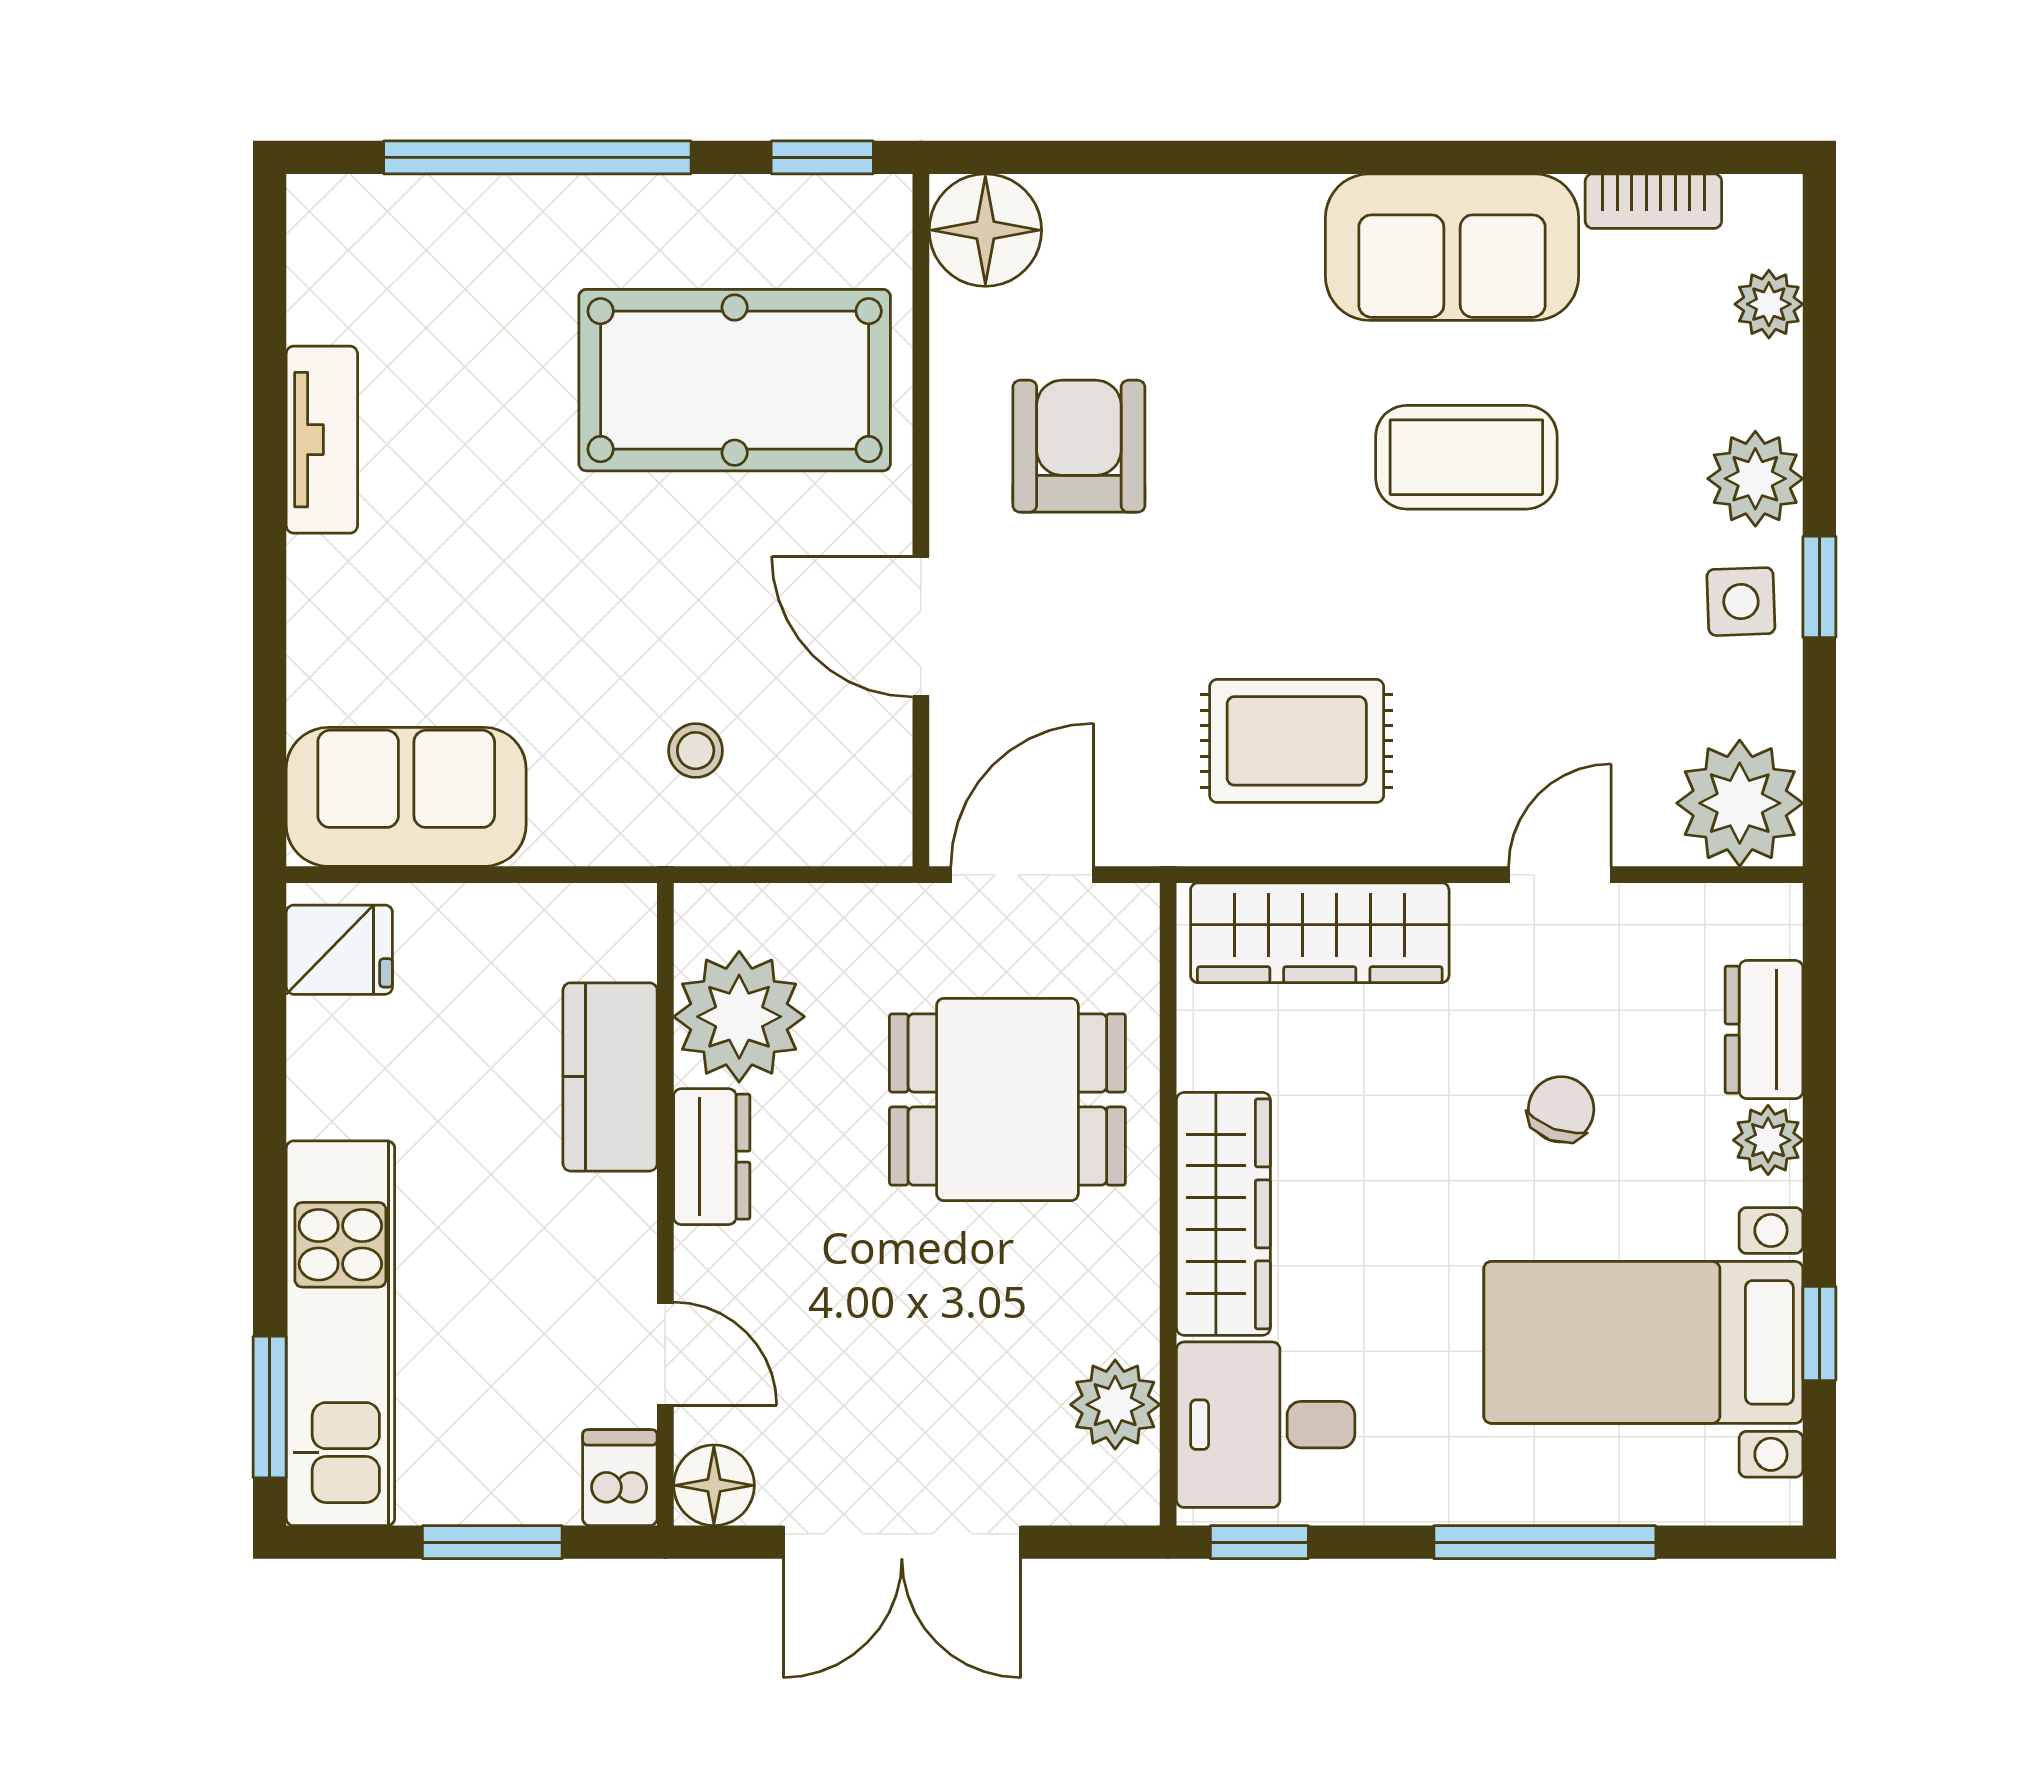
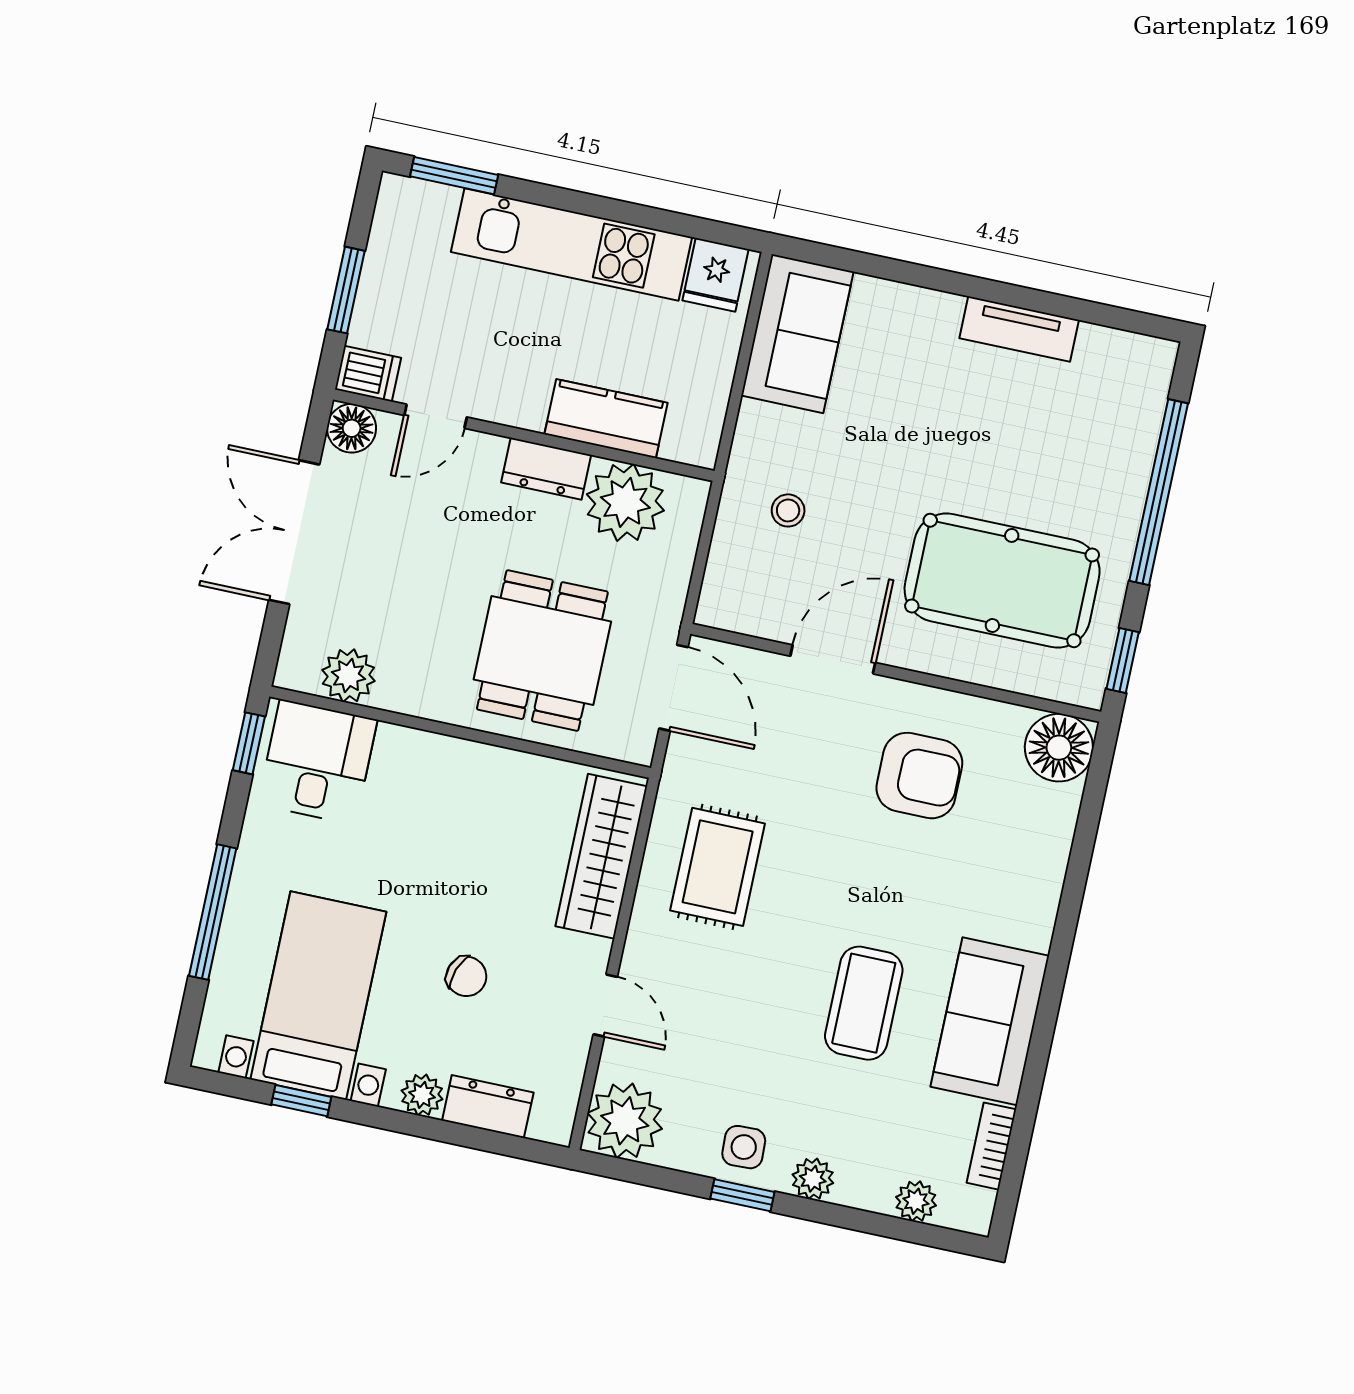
pool table: (735, 380) -> (1002, 580), turned 90
plant: (1755, 479) -> (813, 1179), width x0.73, depth x0.73
wardrobe: (1223, 1214) -> (447, 764), removed
kitchen unit: (340, 1333) -> (571, 244), moved

